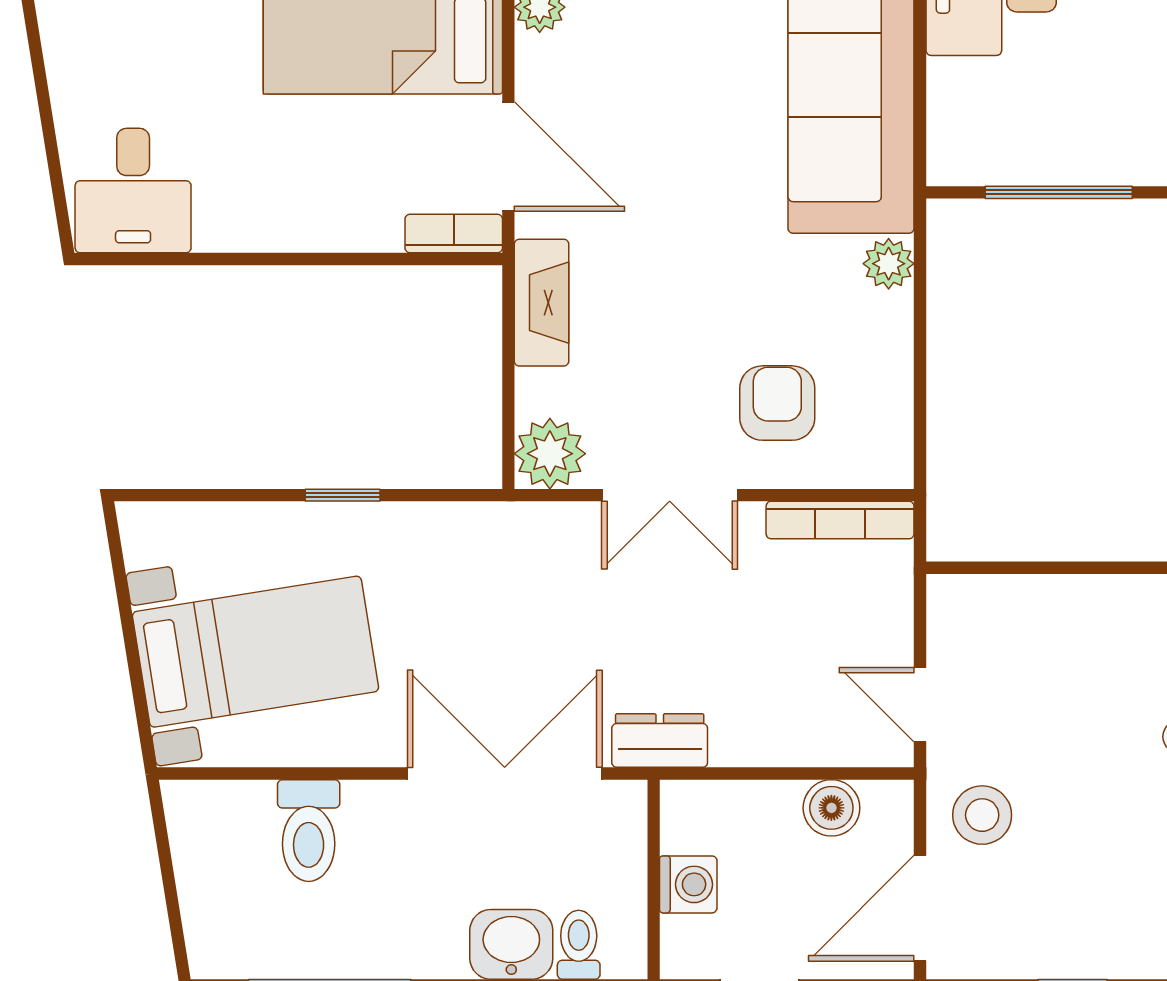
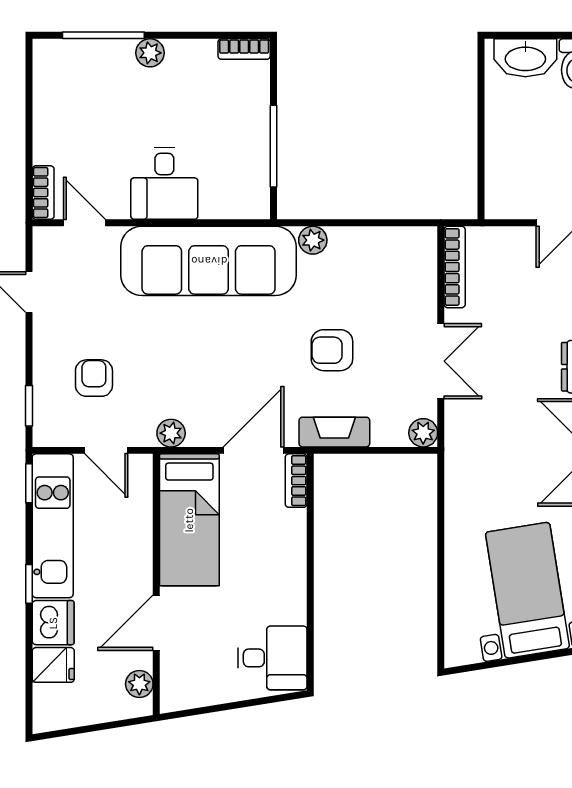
armchair: (777, 403) -> (332, 350), moved
plant: (550, 454) -> (423, 433), width x0.73, depth x0.73
window: (343, 495) -> (441, 542), removed

